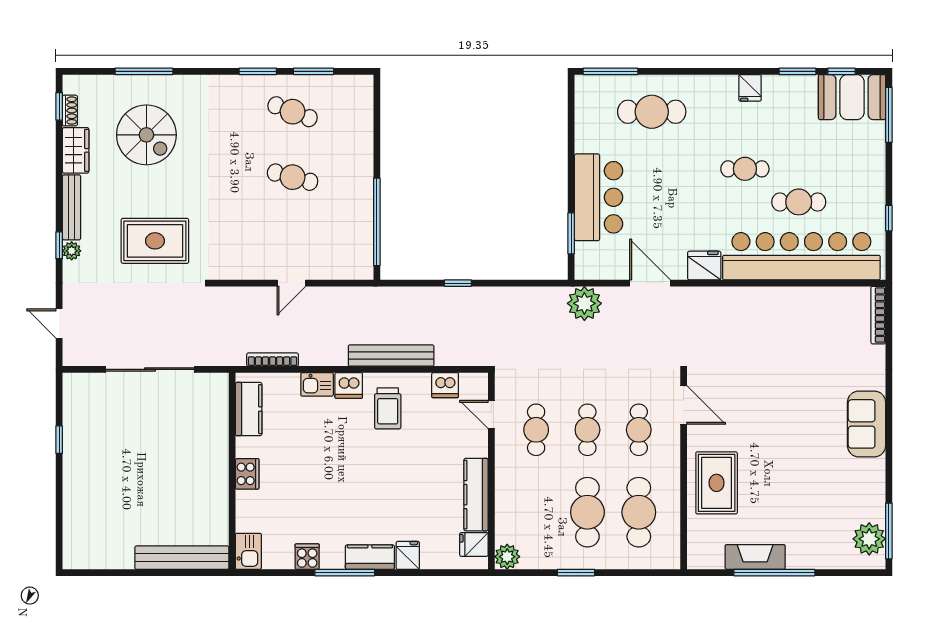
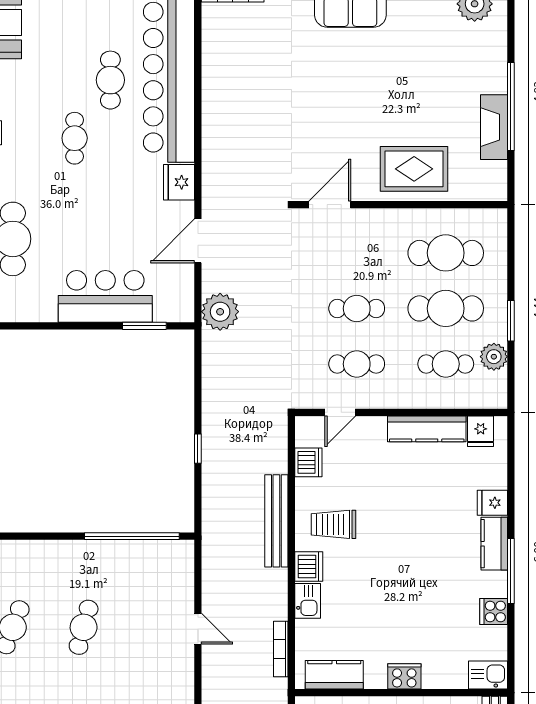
trolley: (388, 408) -> (334, 524), turned 180
cafe table: (639, 430) -> (446, 364), moved
plant: (507, 557) -> (494, 357), moved

